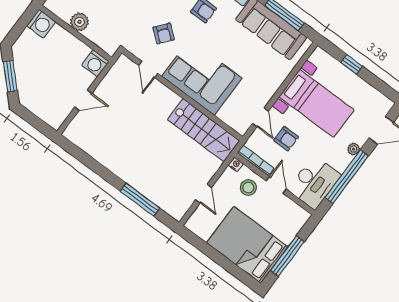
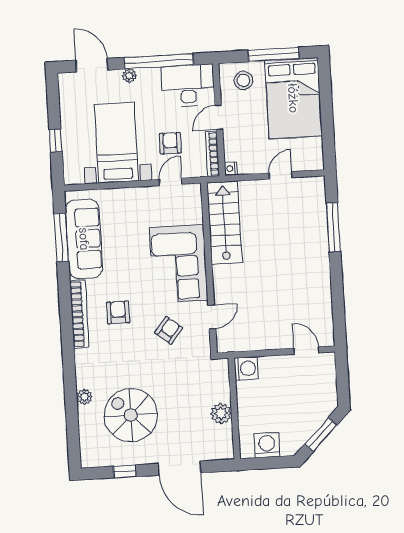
washing machine: (41, 24) -> (267, 445), moved
door: (83, 100) -> (306, 351), moved
stool: (248, 188) -> (243, 80), moved

